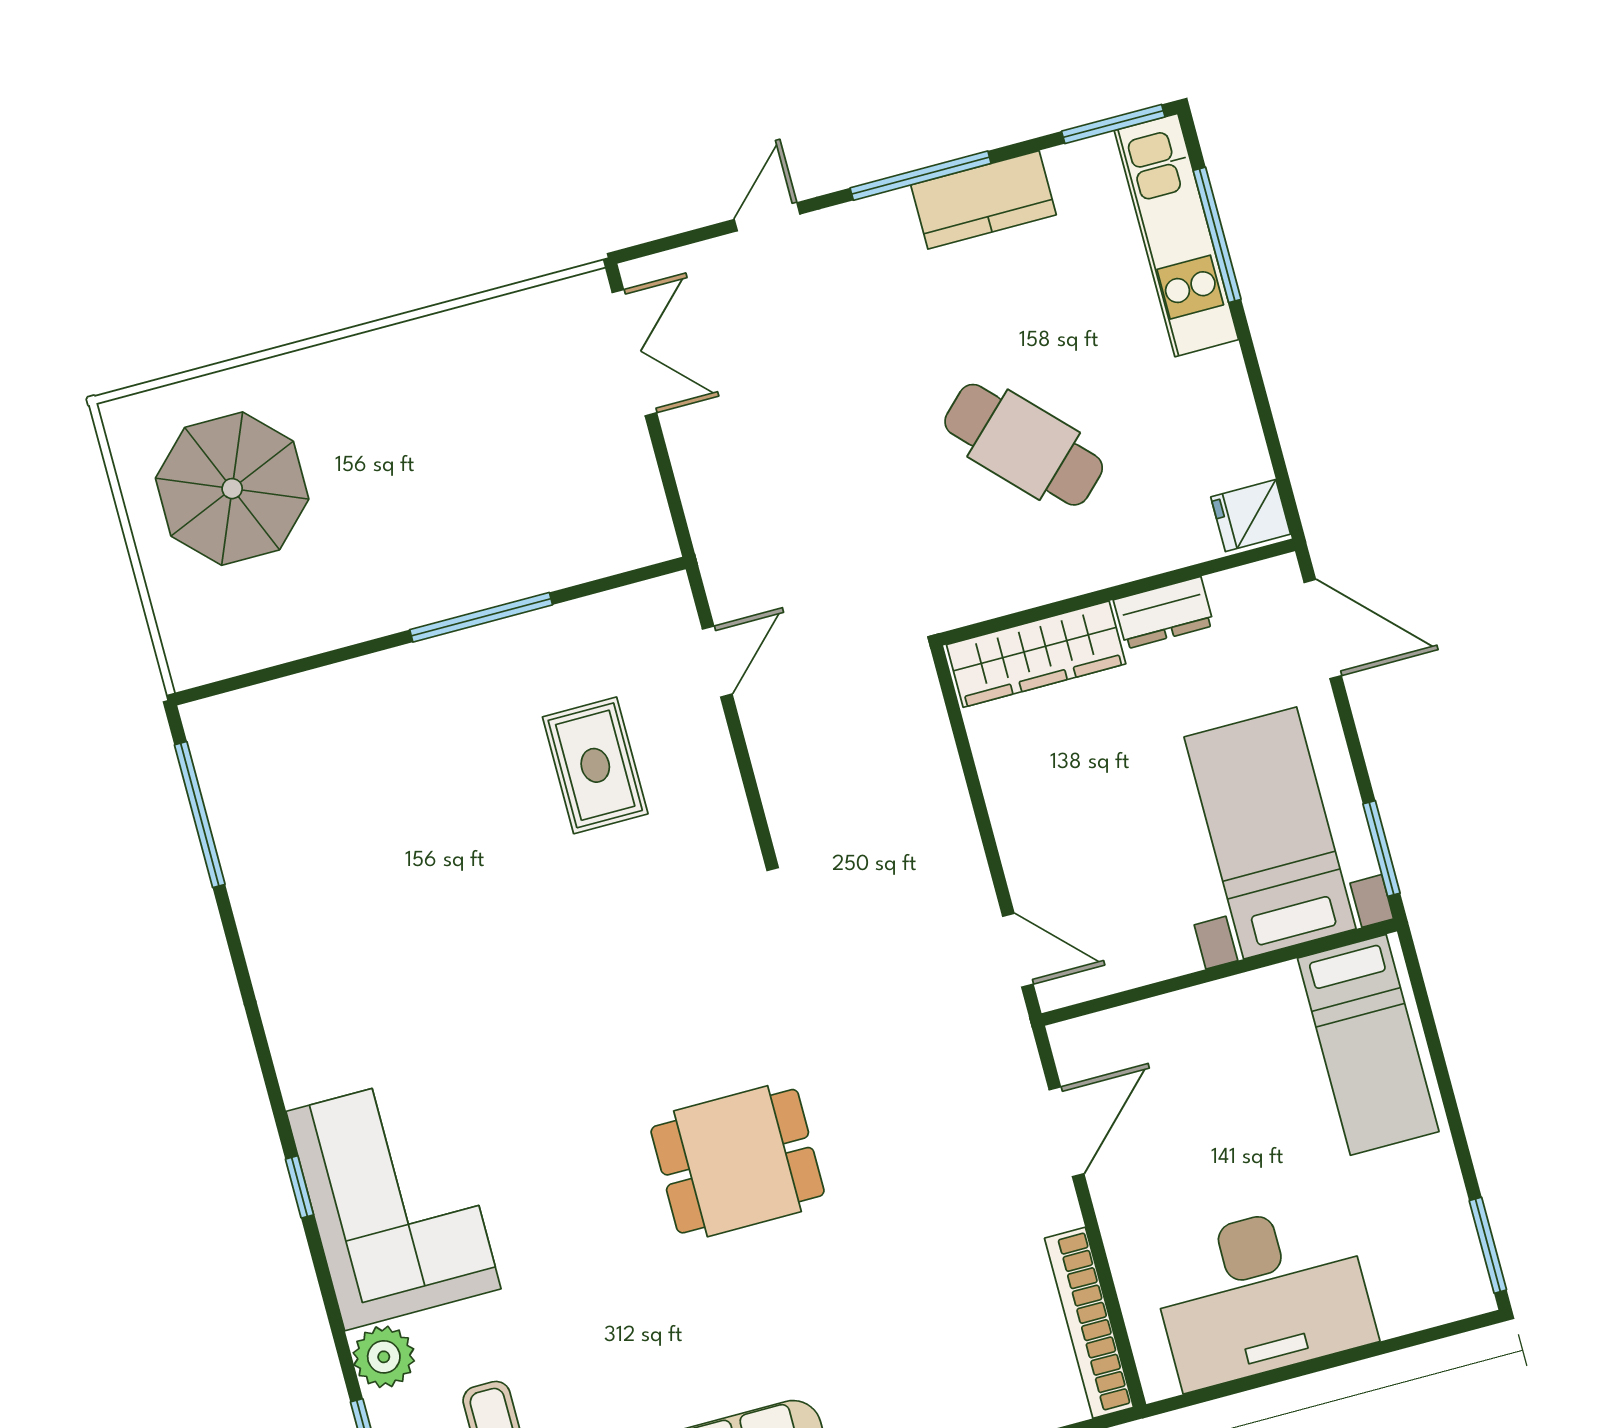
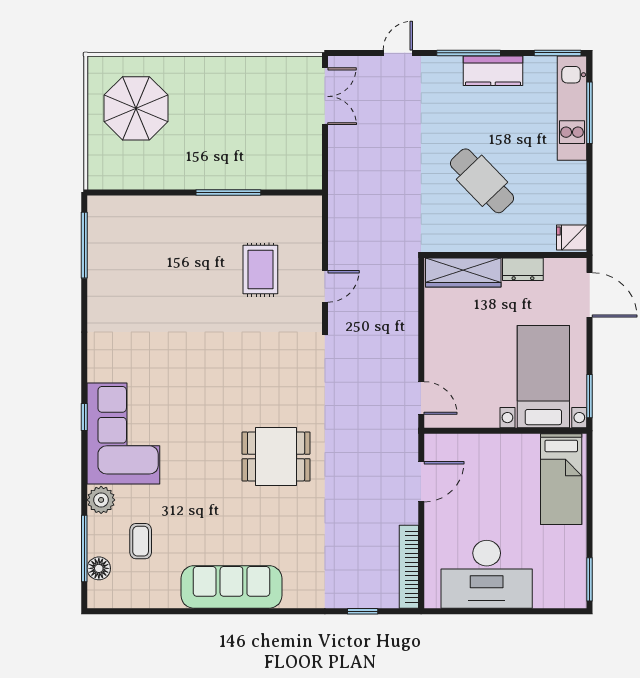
door: (717, 662) -> (325, 286), moved

